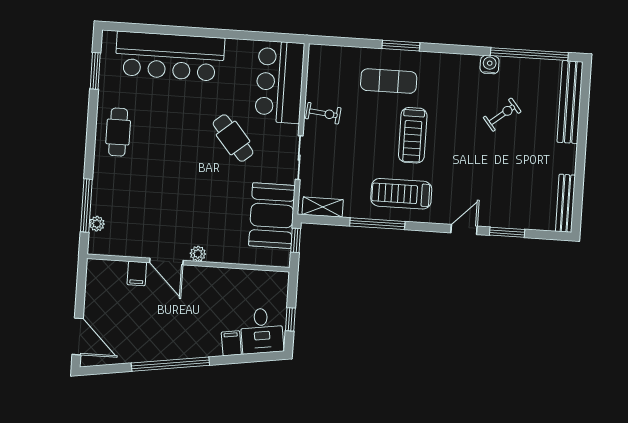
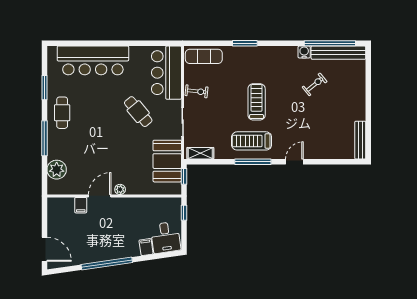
window: (95, 71) -> (44, 88), moved
exercise mat: (389, 81) -> (204, 56), moved
bench: (570, 102) -> (338, 53), moved, turned 90
treadmill: (413, 135) -> (257, 102), turned 180
window: (86, 205) -> (44, 138), moved
plant: (97, 224) -> (57, 170), width x1.88, depth x1.88
window: (377, 224) -> (253, 162), moved
window: (507, 232) -> (323, 162), removed
door: (166, 262) -> (100, 196), swing flipped
window: (290, 319) -> (184, 213), moved

